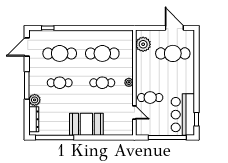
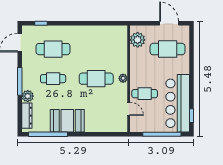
cafe table: (102, 53) -> (96, 49), removed
cafe table: (102, 83) -> (96, 79), width x1.37, depth x1.35
bar counter: (183, 115) -> (178, 103), width x1.36
booth: (86, 124) -> (67, 121), moved

